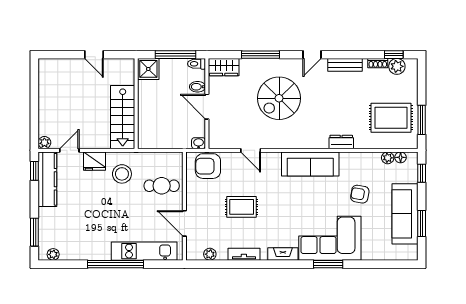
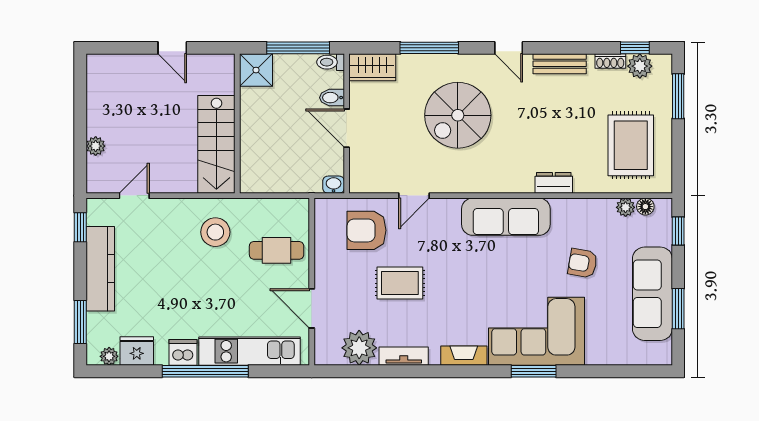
door: (312, 55) -> (509, 48), hinge flipped
rug: (391, 118) -> (631, 145), turned 90
window: (422, 120) -> (678, 96), moved
plant: (44, 143) -> (96, 146), moved
door: (251, 150) -> (414, 196), hinge flipped
fridge: (95, 161) -> (137, 351), moved, turned 180
armchair: (208, 166) -> (366, 230), moved
kitchen counter: (47, 179) -> (100, 269), moved
dishwasher: (101, 252) -> (183, 352), added
plant: (210, 254) -> (359, 348), width x1.88, depth x1.88

